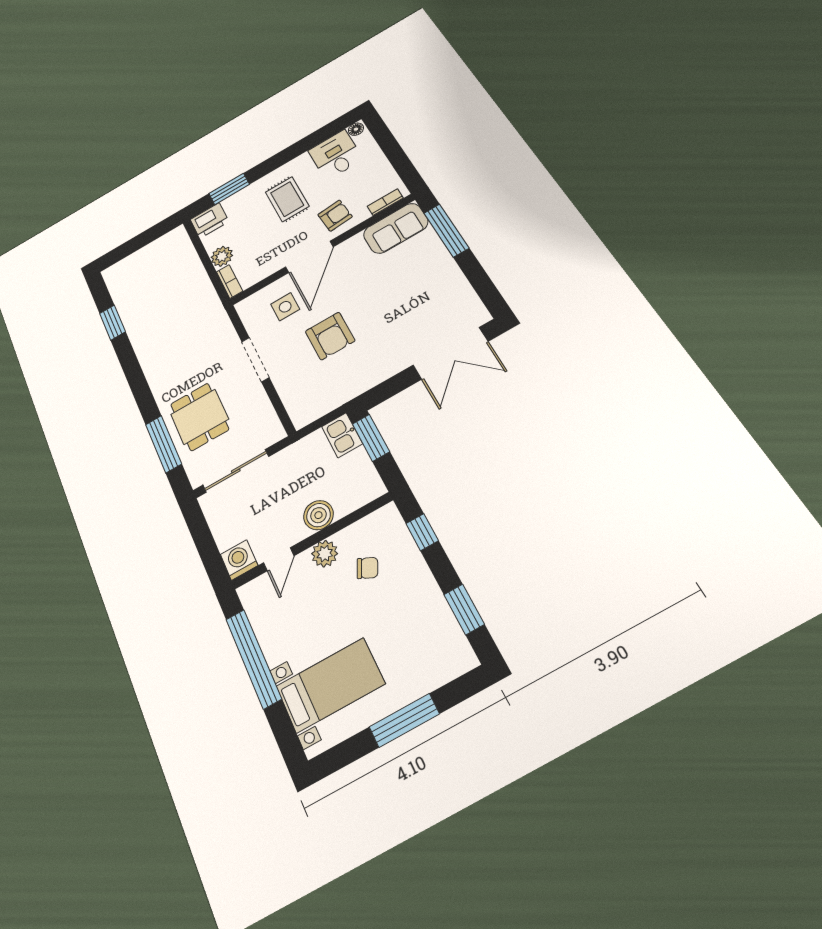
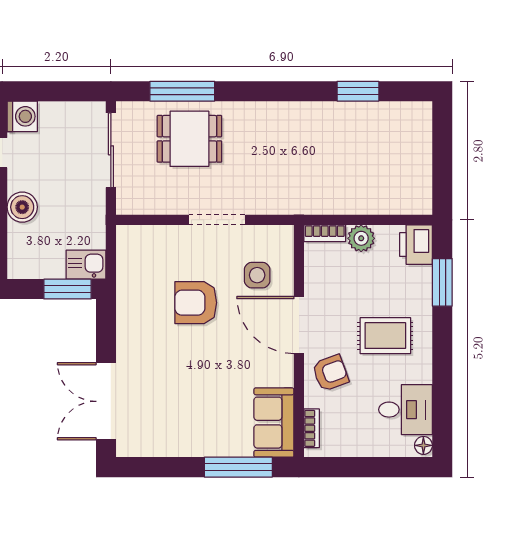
armchair: (335, 216) -> (330, 373), turned -105

